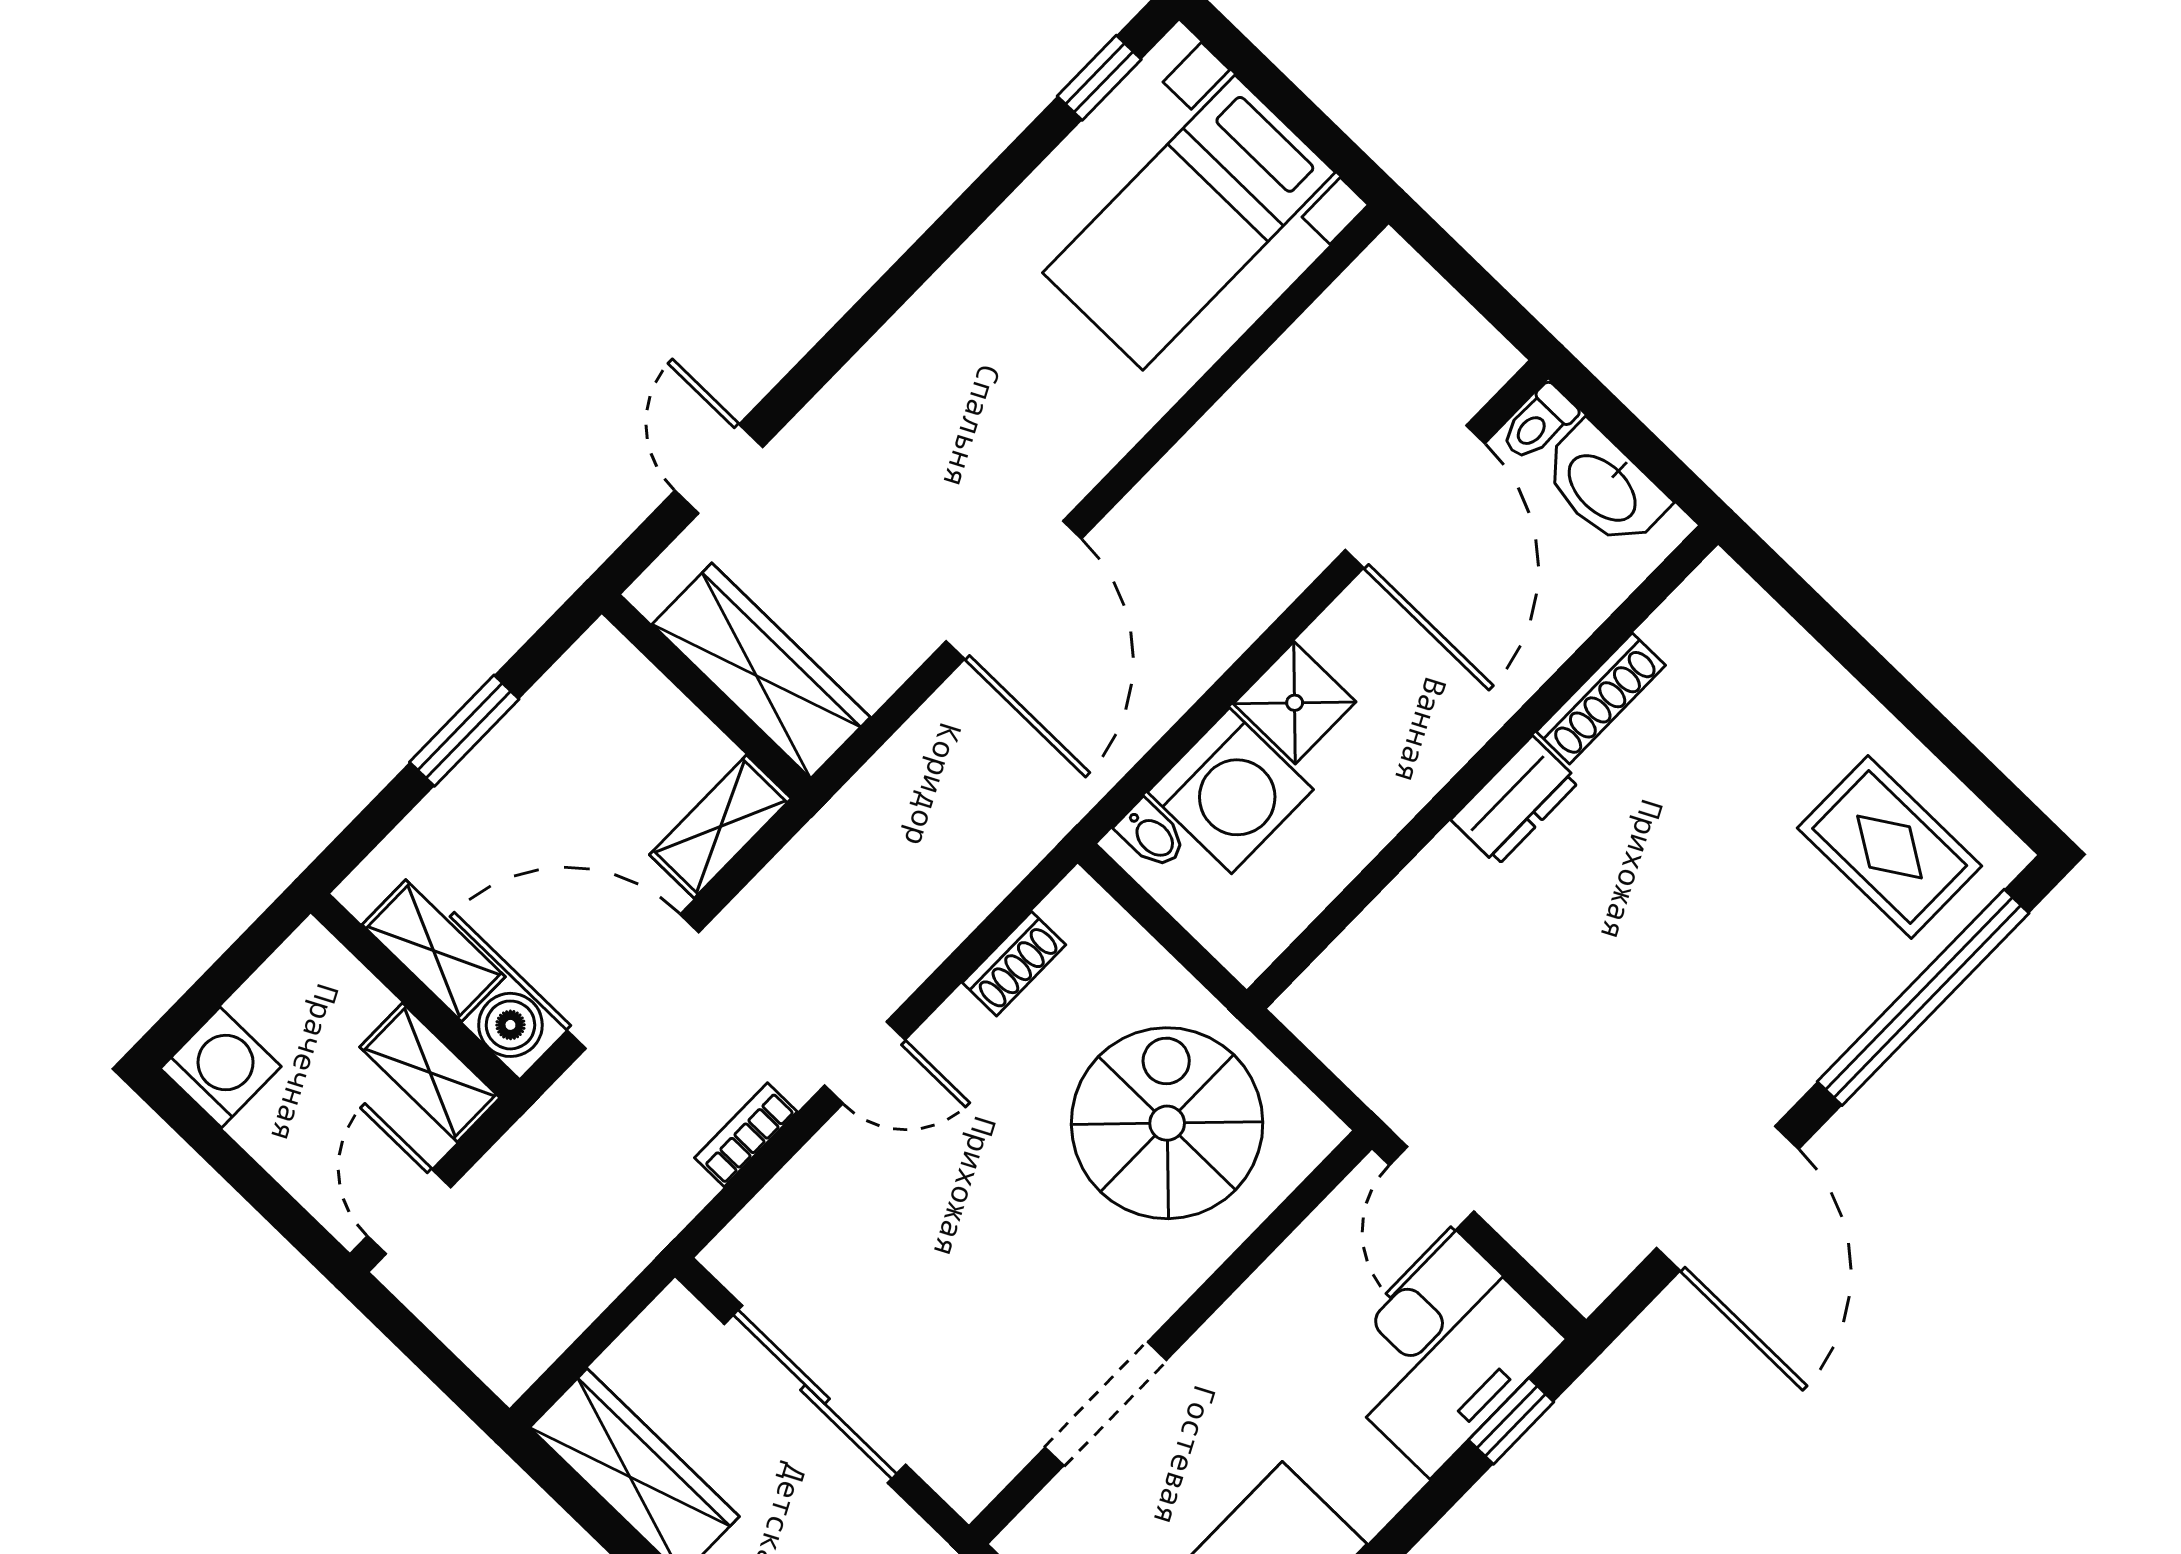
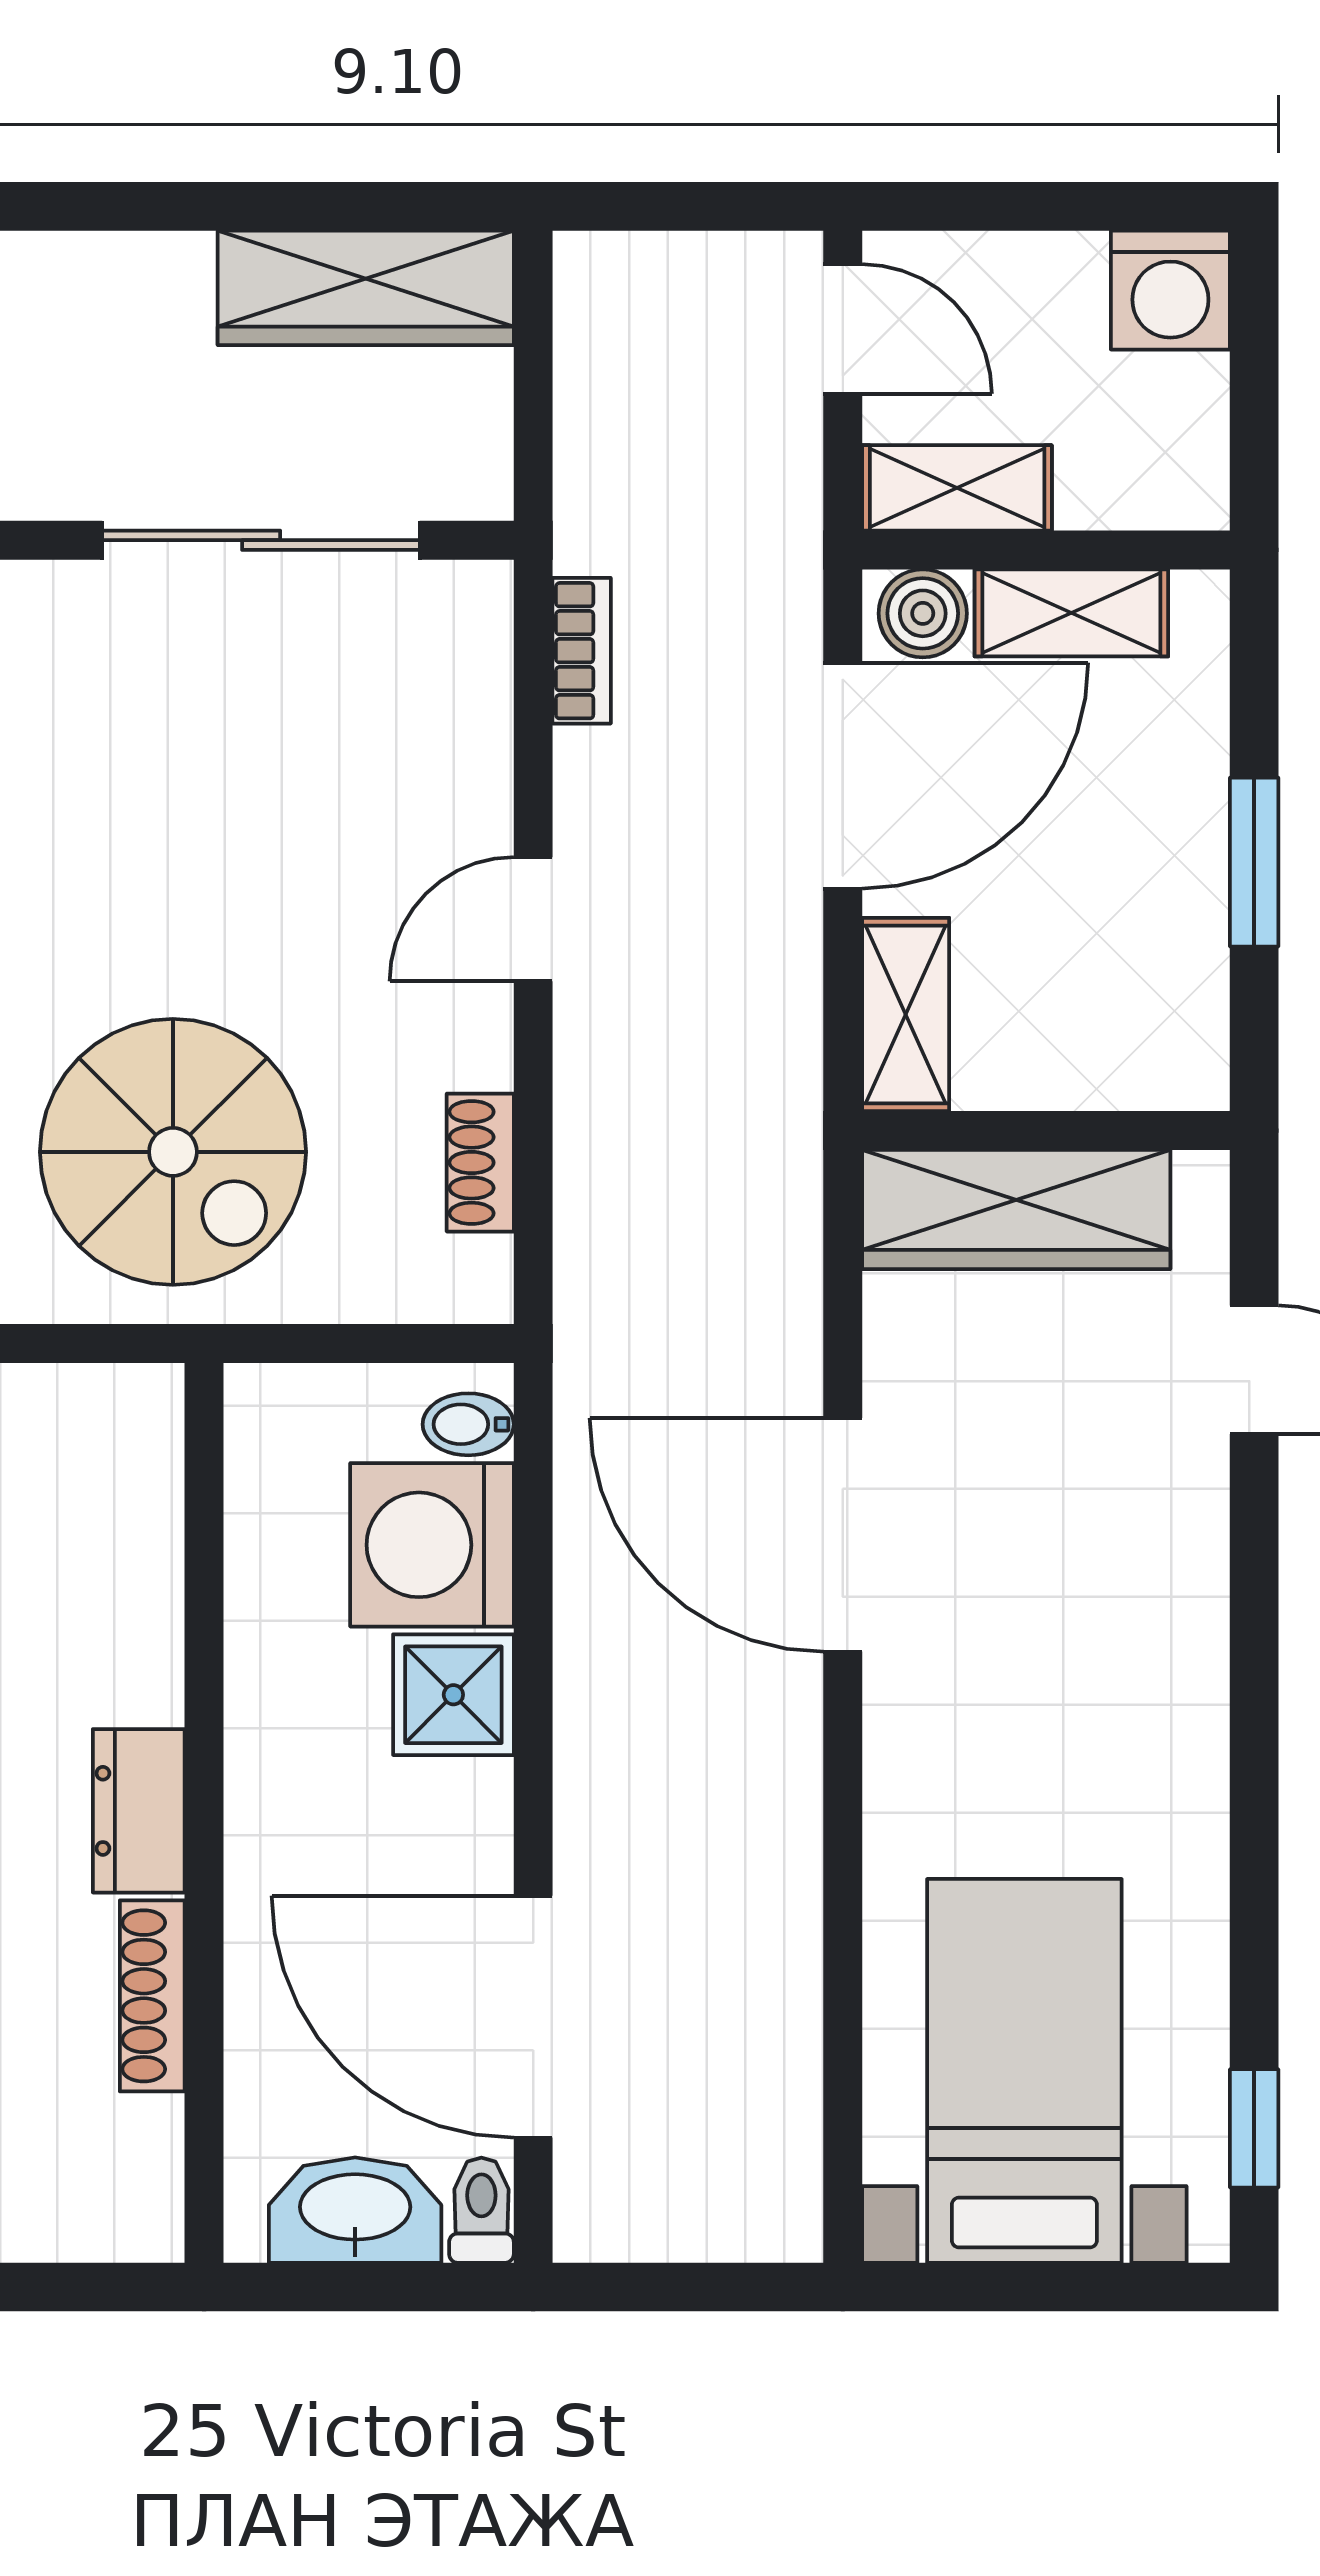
bookcase: (746, 1135) -> (582, 651), moved

